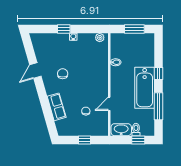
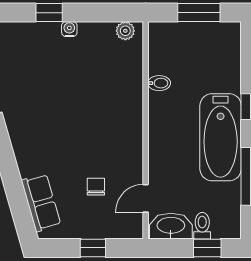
chair: (63, 74) -> (47, 107), removed
door: (109, 104) -> (146, 198), moved
row of seats: (57, 107) -> (41, 203), moved

